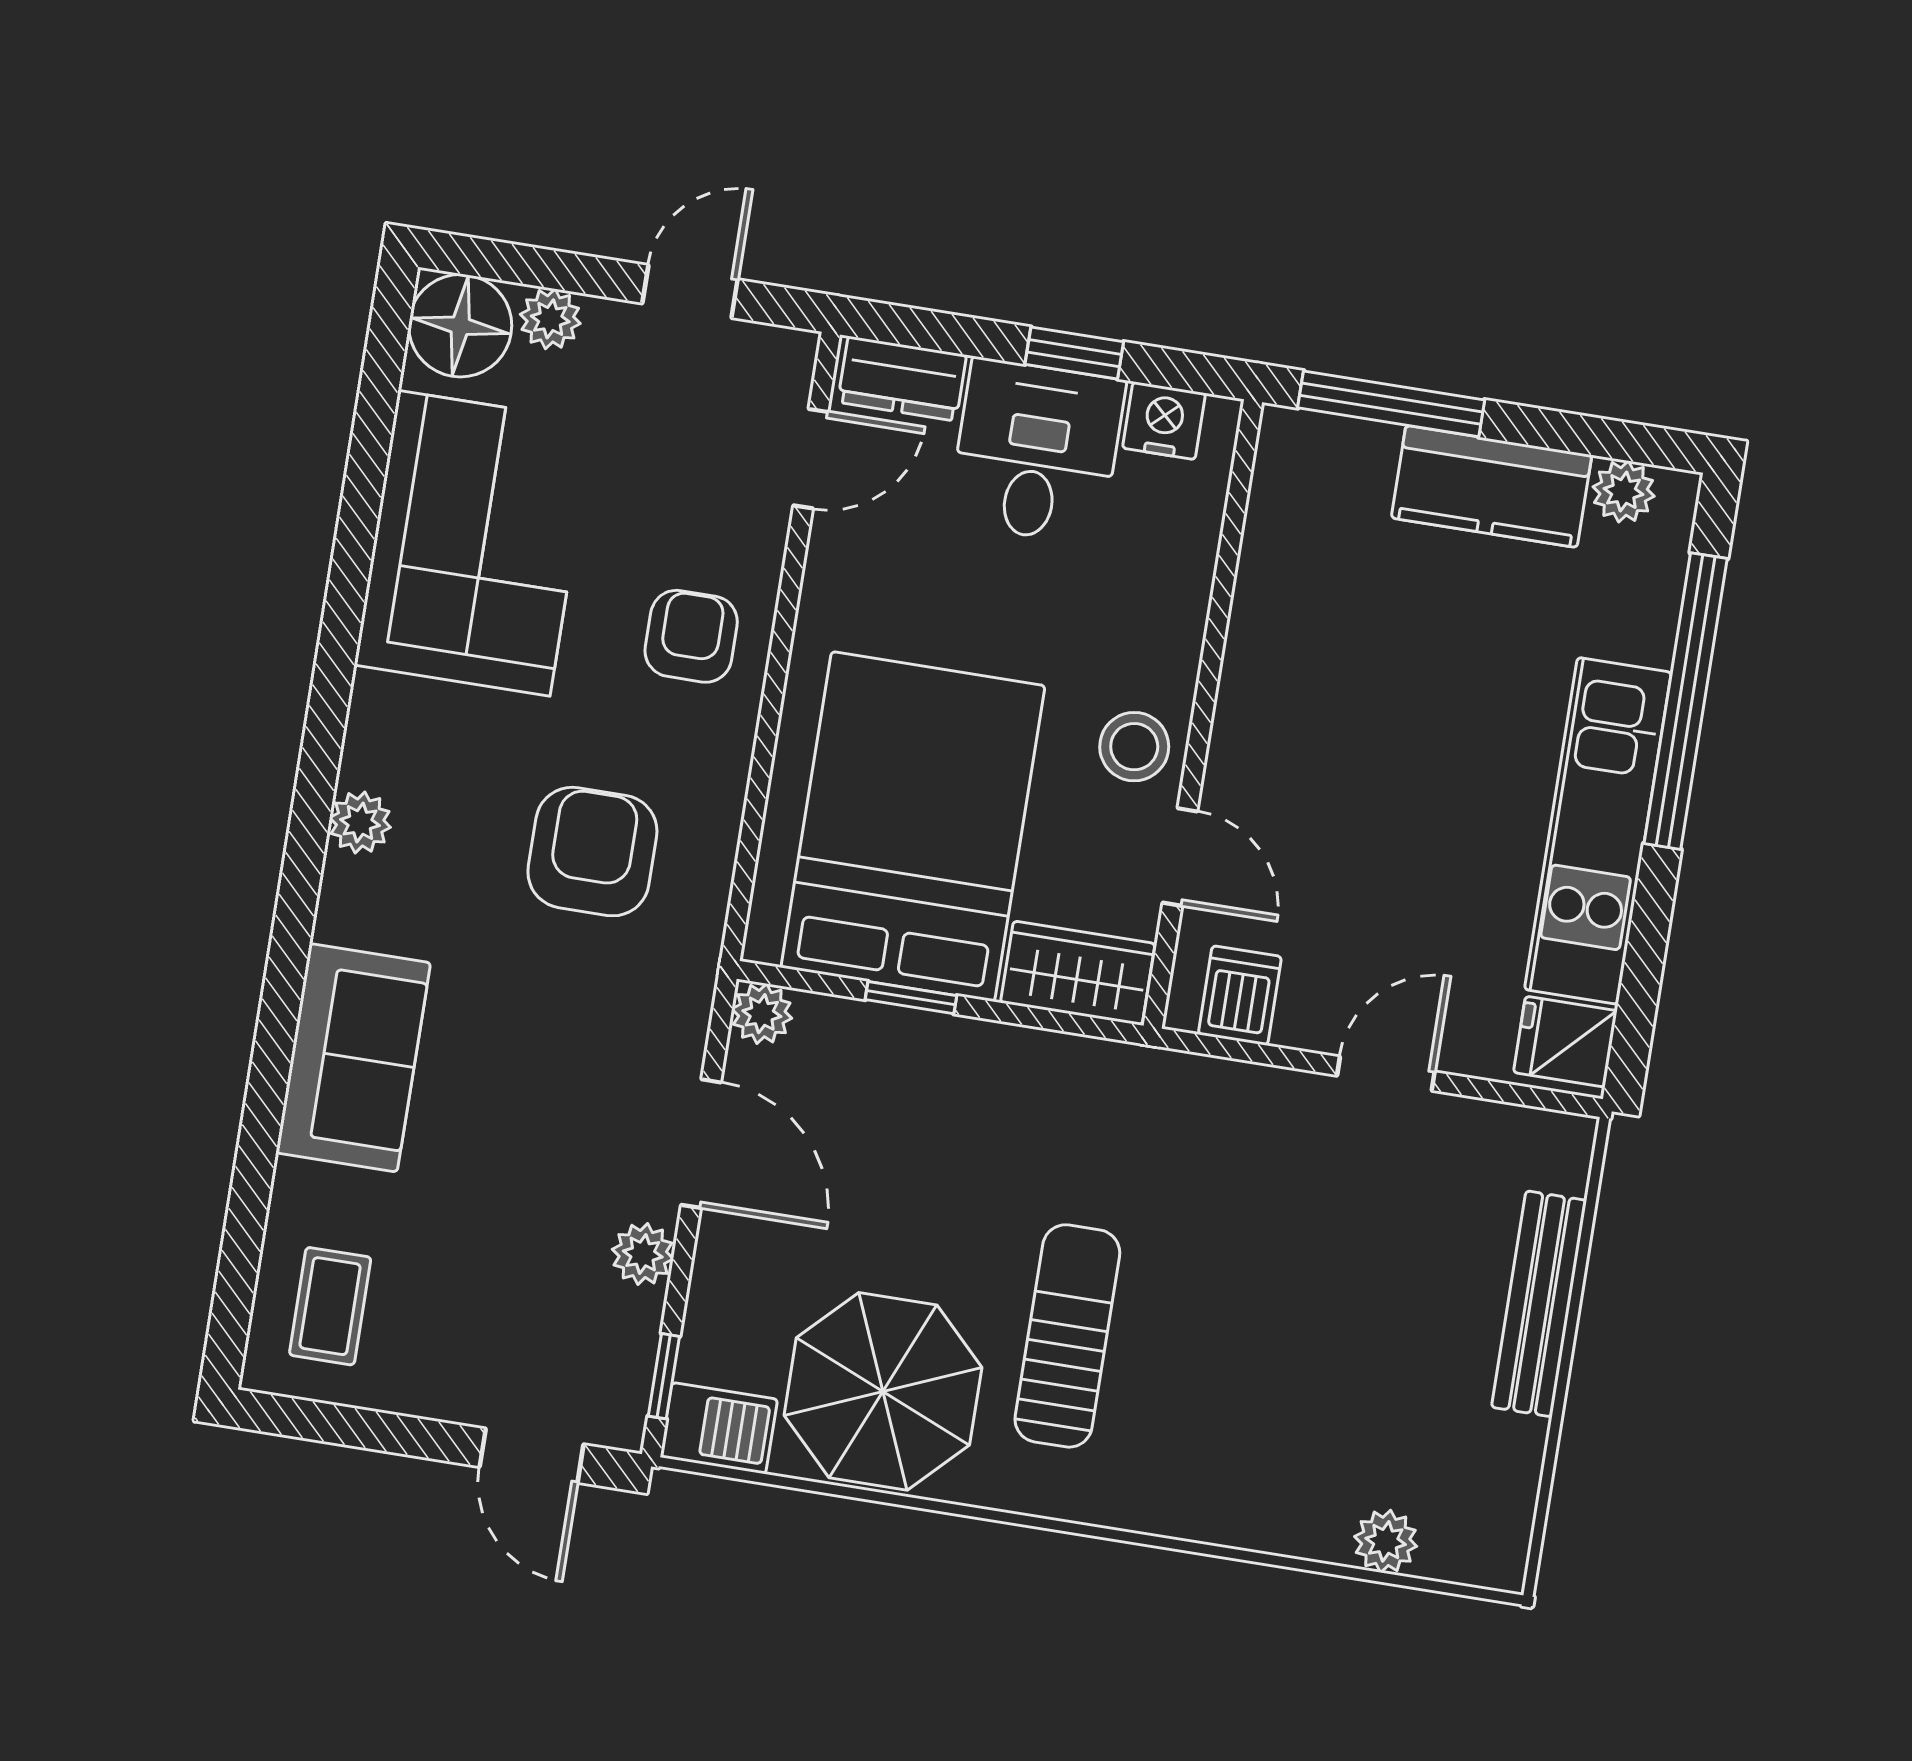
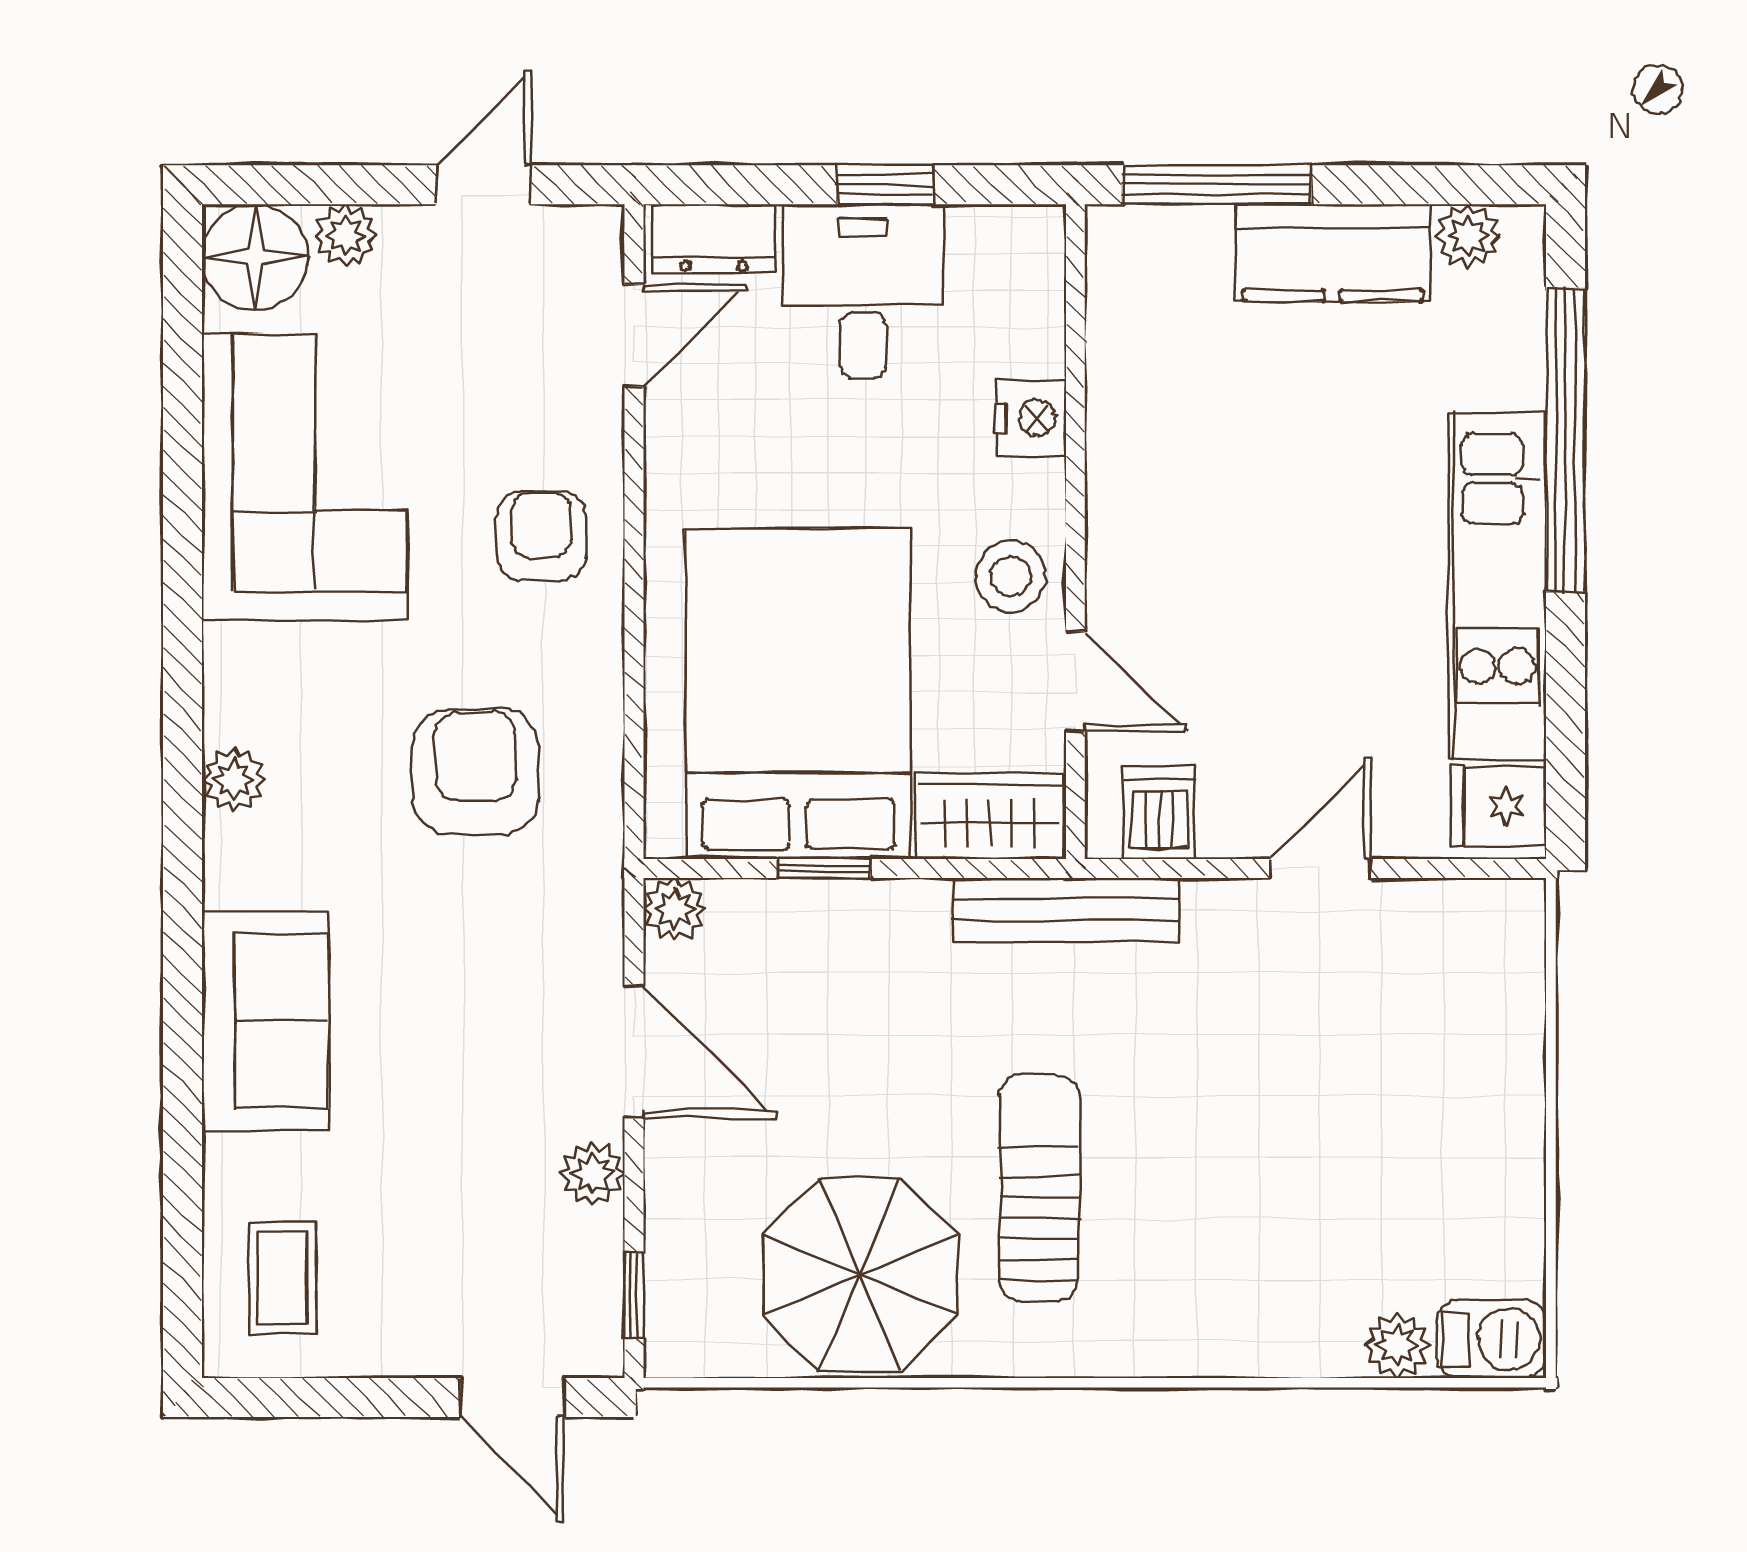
nightstand: (1164, 421) -> (1031, 418), moved, turned 90
bench: (1539, 1304) -> (1066, 910), moved, turned 90
barbecue: (719, 1428) -> (1491, 1339), moved

